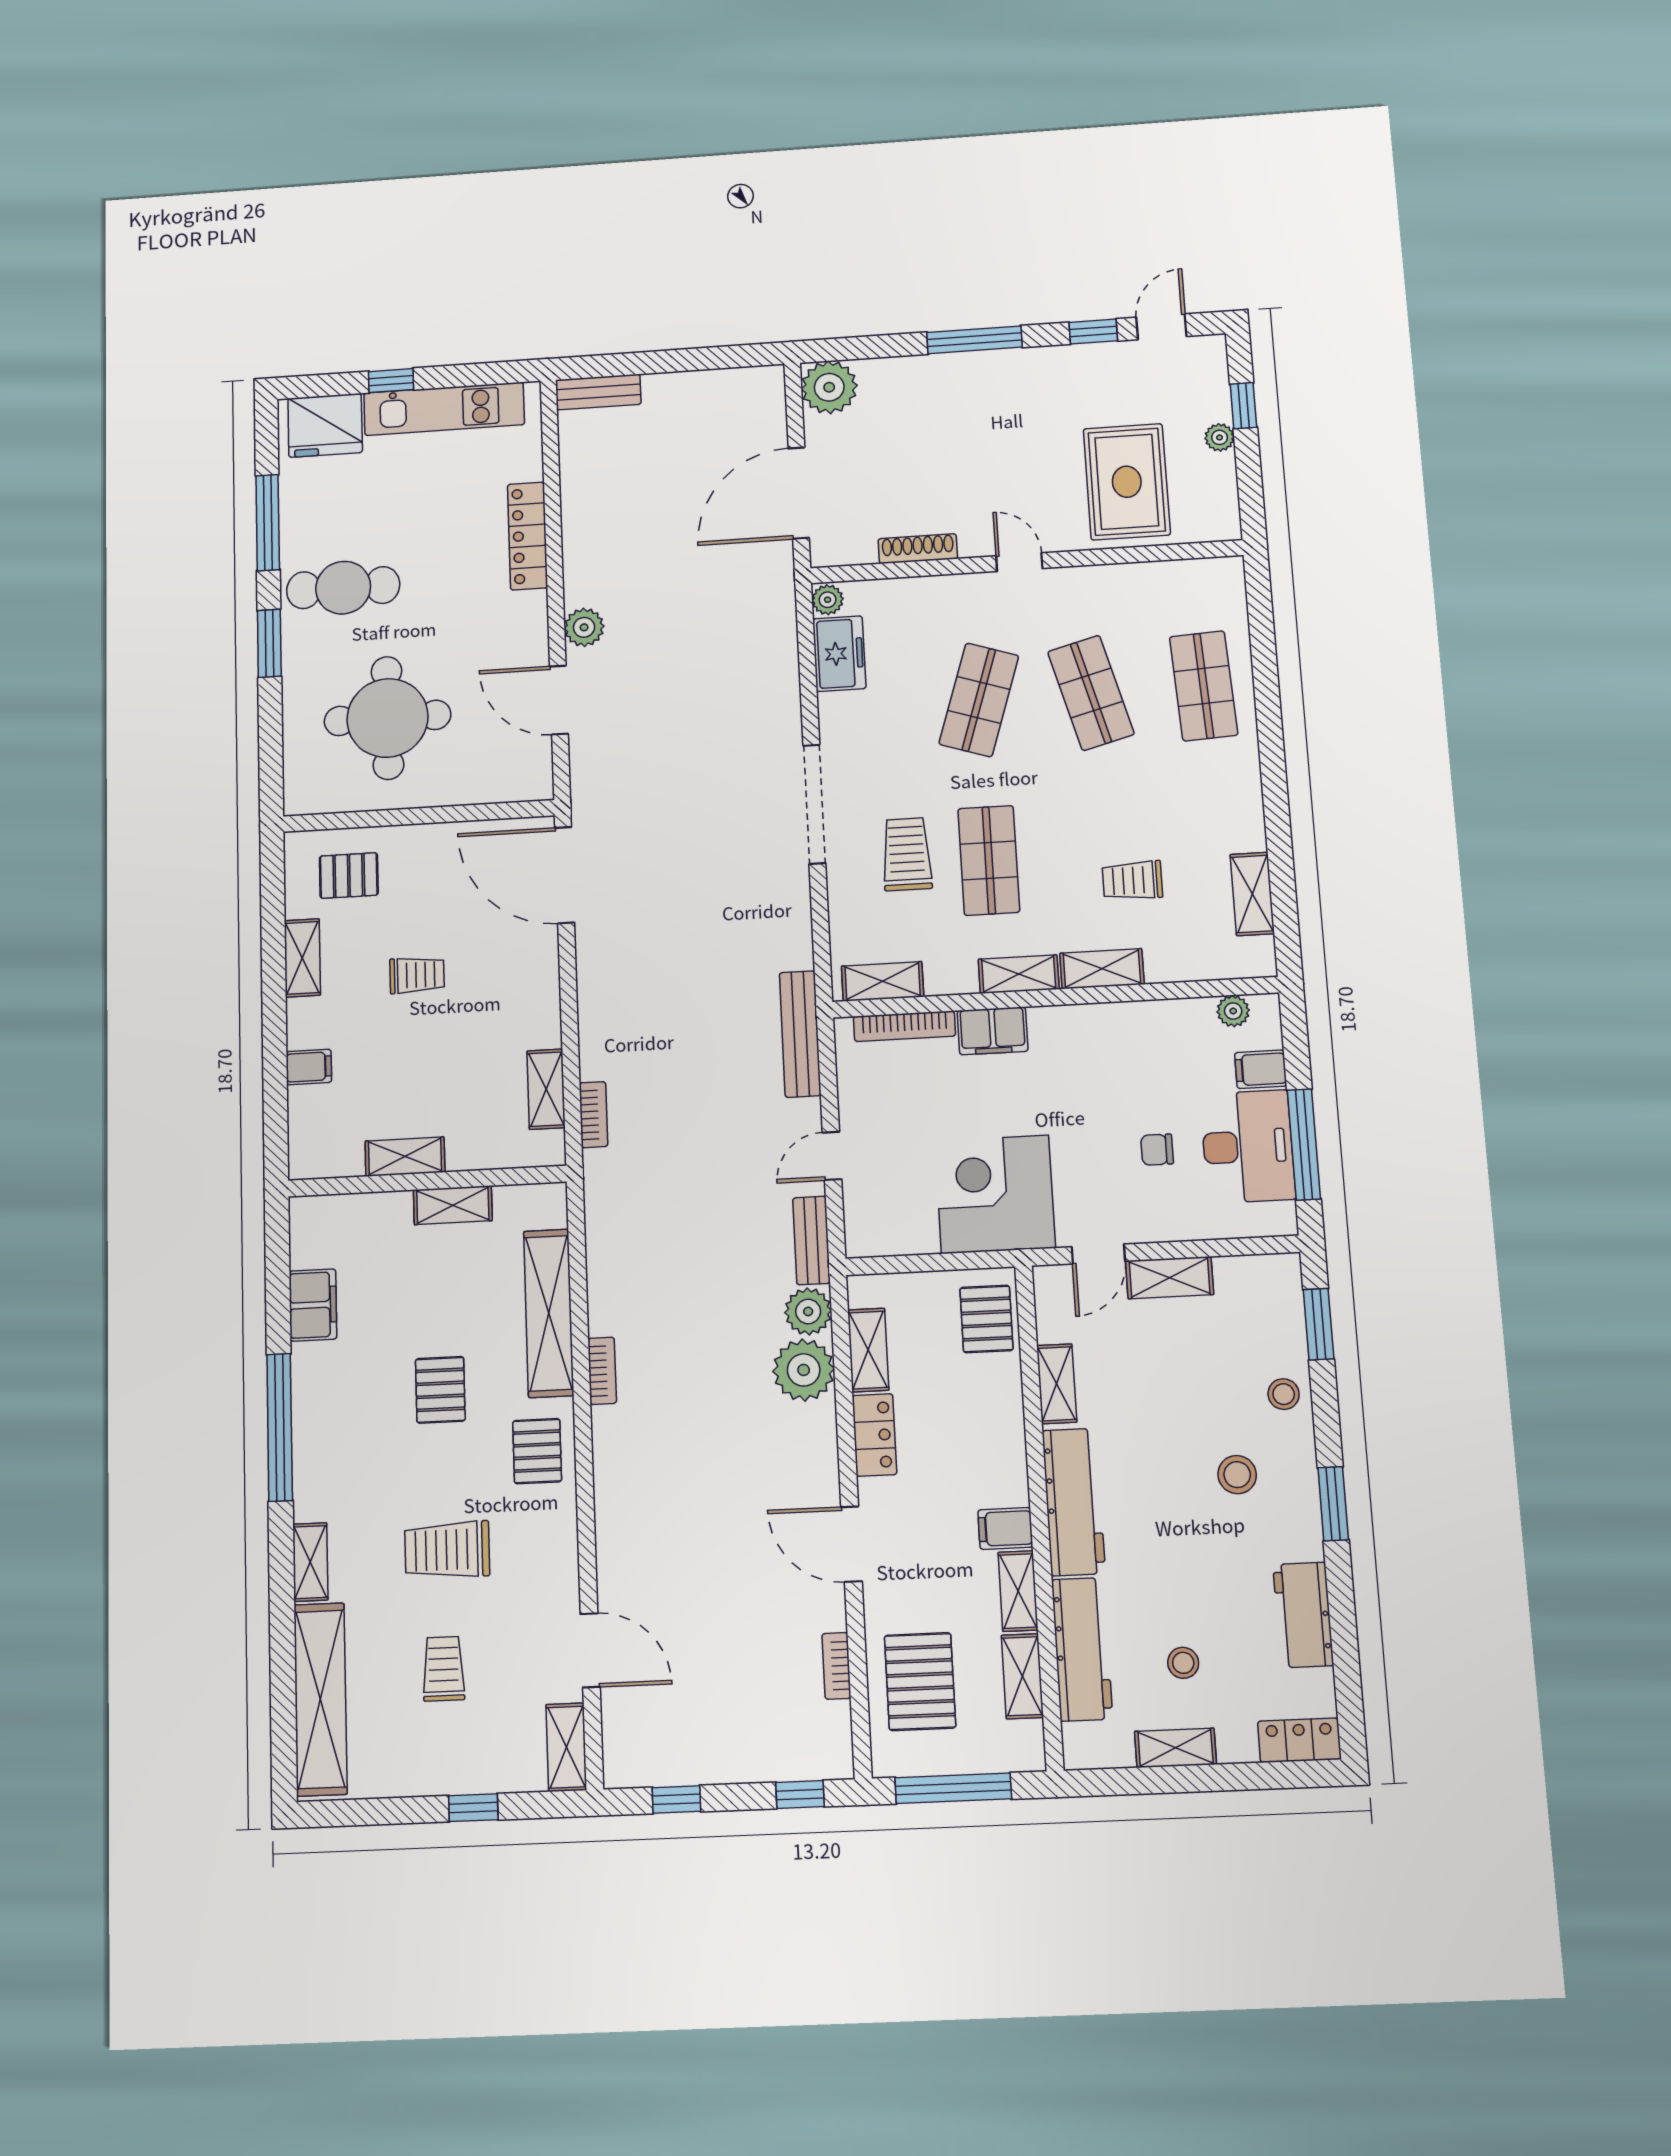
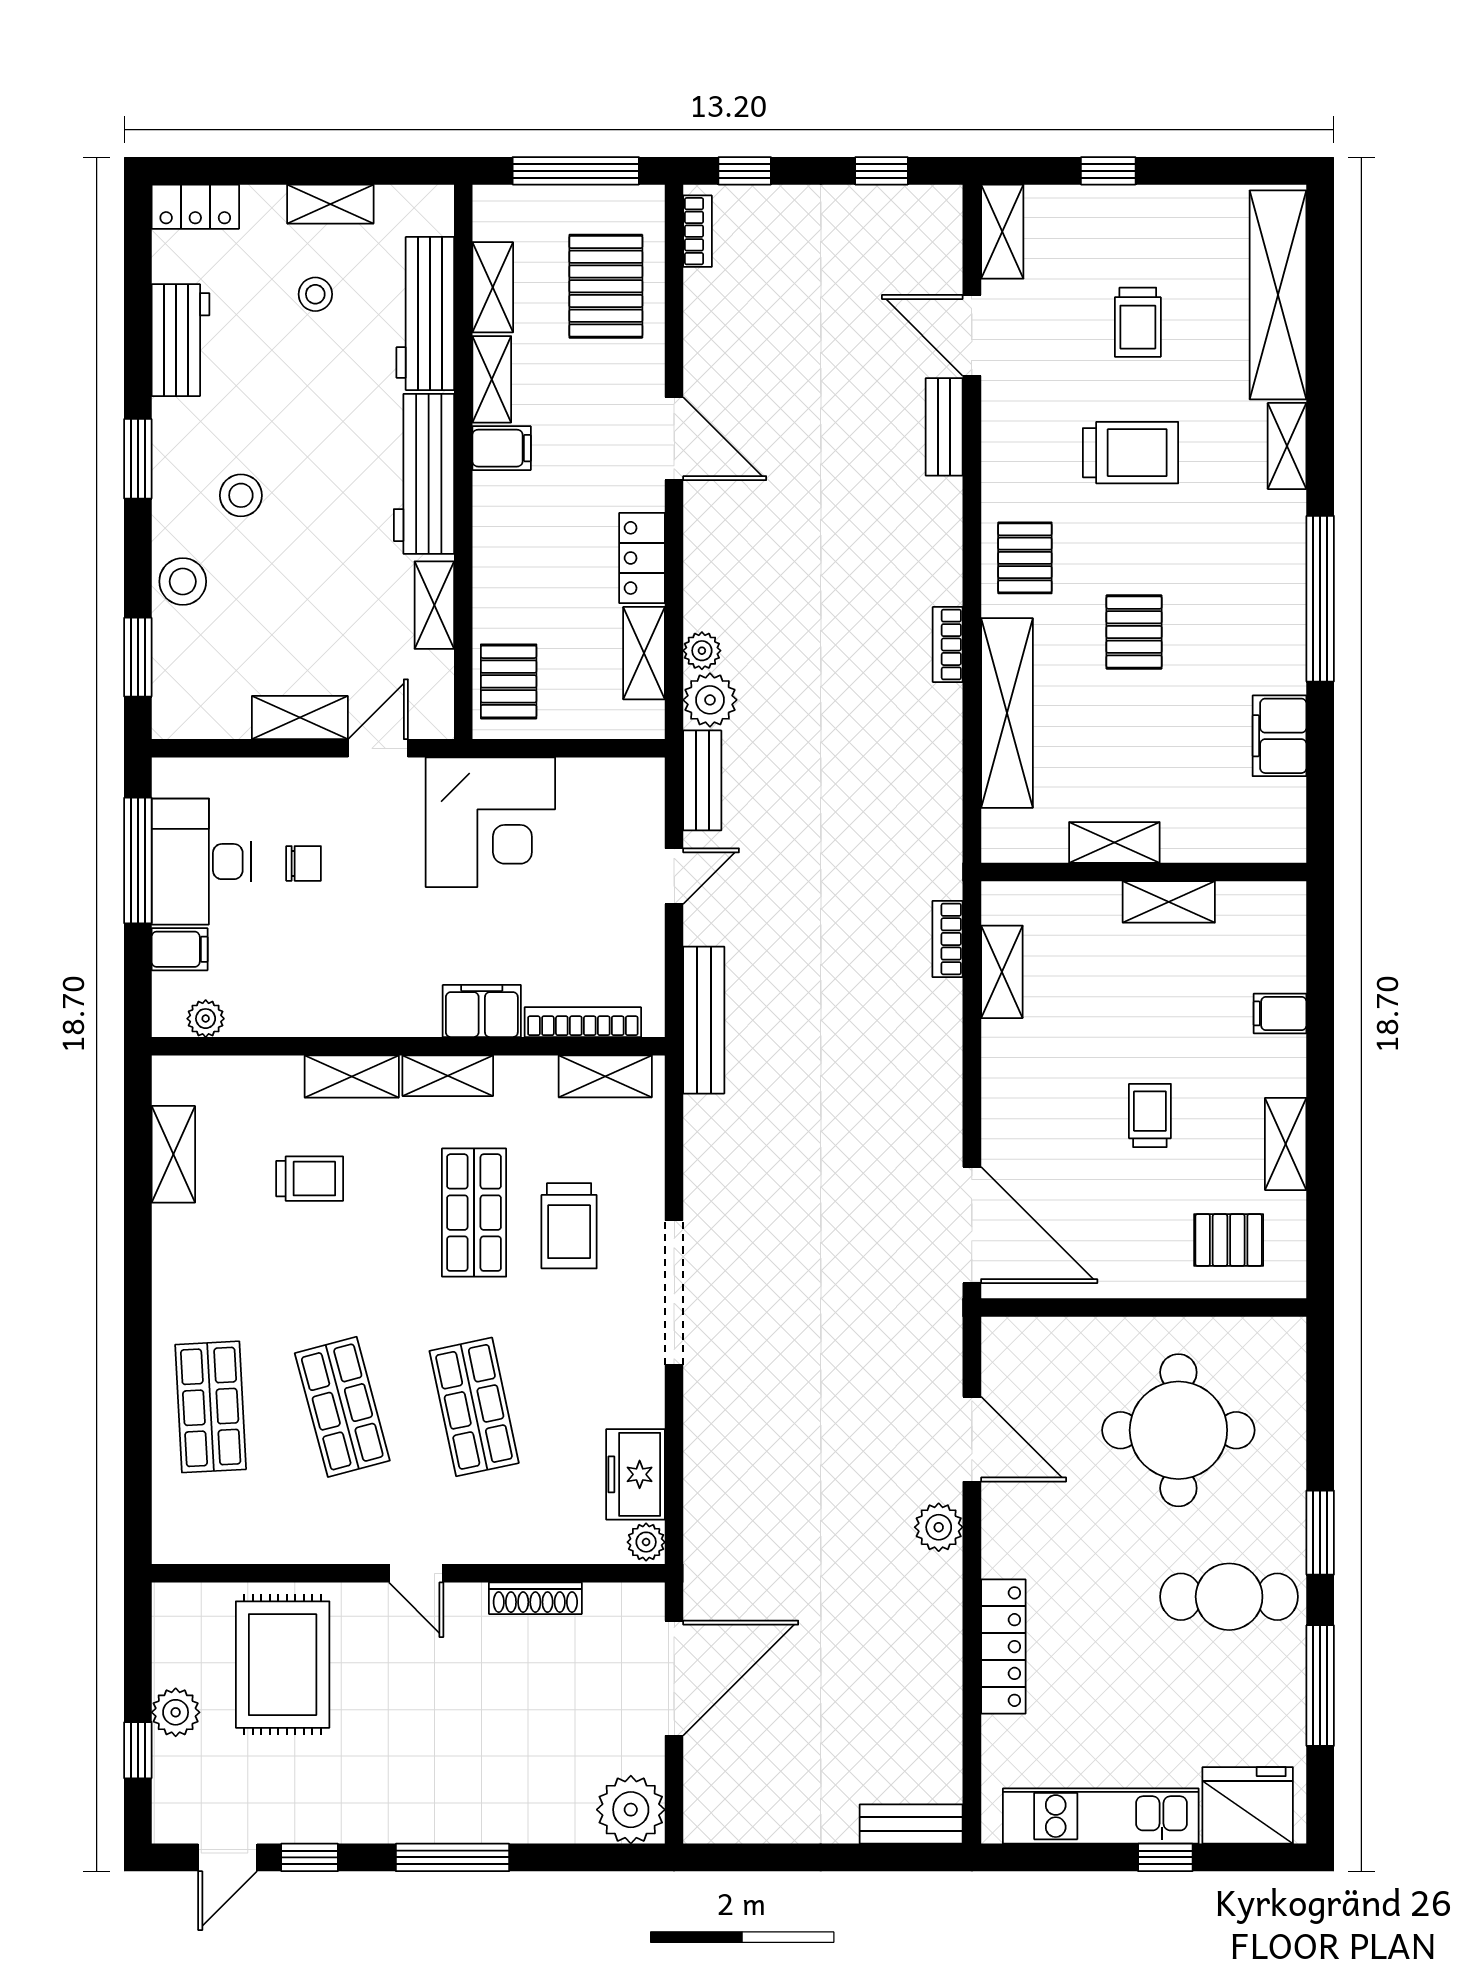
plant: (1220, 437) -> (176, 1712), width x1.38, depth x1.38
shop shelf: (979, 700) -> (474, 1407), turned -30
trolley: (417, 975) -> (1150, 1116), turned 90
plant: (804, 1370) -> (702, 651), width x0.53, depth x0.53
stool: (1284, 1394) -> (183, 581), width x1.37, depth x1.37
bench: (612, 1566) -> (944, 427), added
bookcase: (836, 1666) -> (697, 231), moved

